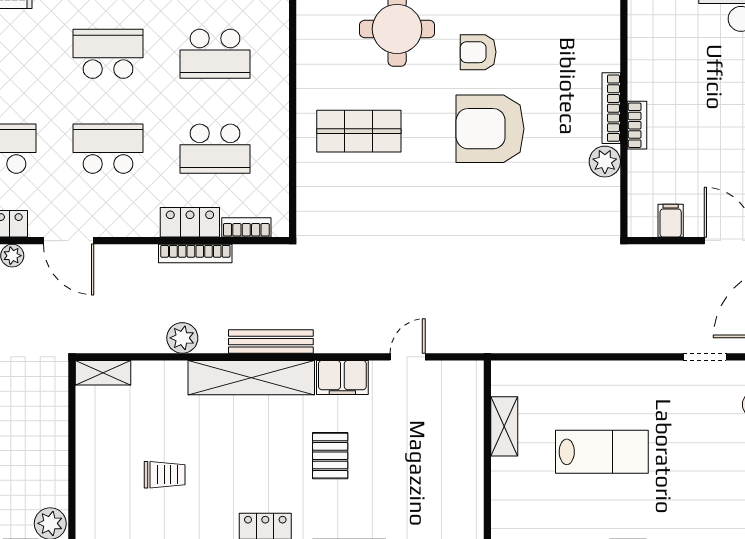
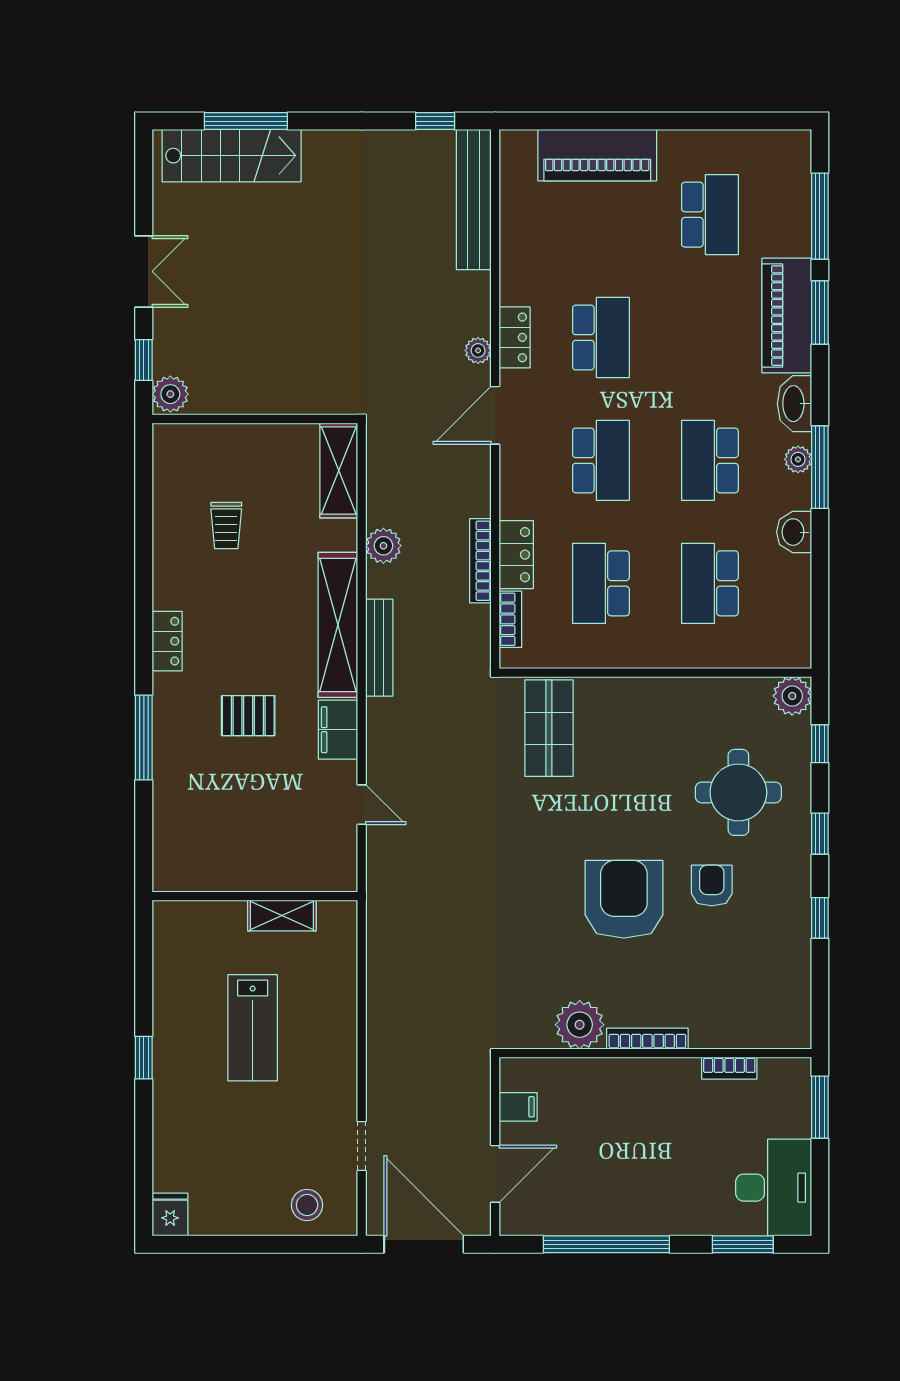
school desk: (108, 54) -> (710, 460), turned 180
bookcase: (637, 125) -> (729, 1068), moved
shop shelf: (359, 131) -> (549, 728), moved
plant: (605, 162) -> (580, 1025), width x1.36, depth x1.36
shelving: (103, 373) -> (339, 470), width x1.50, depth x1.33

